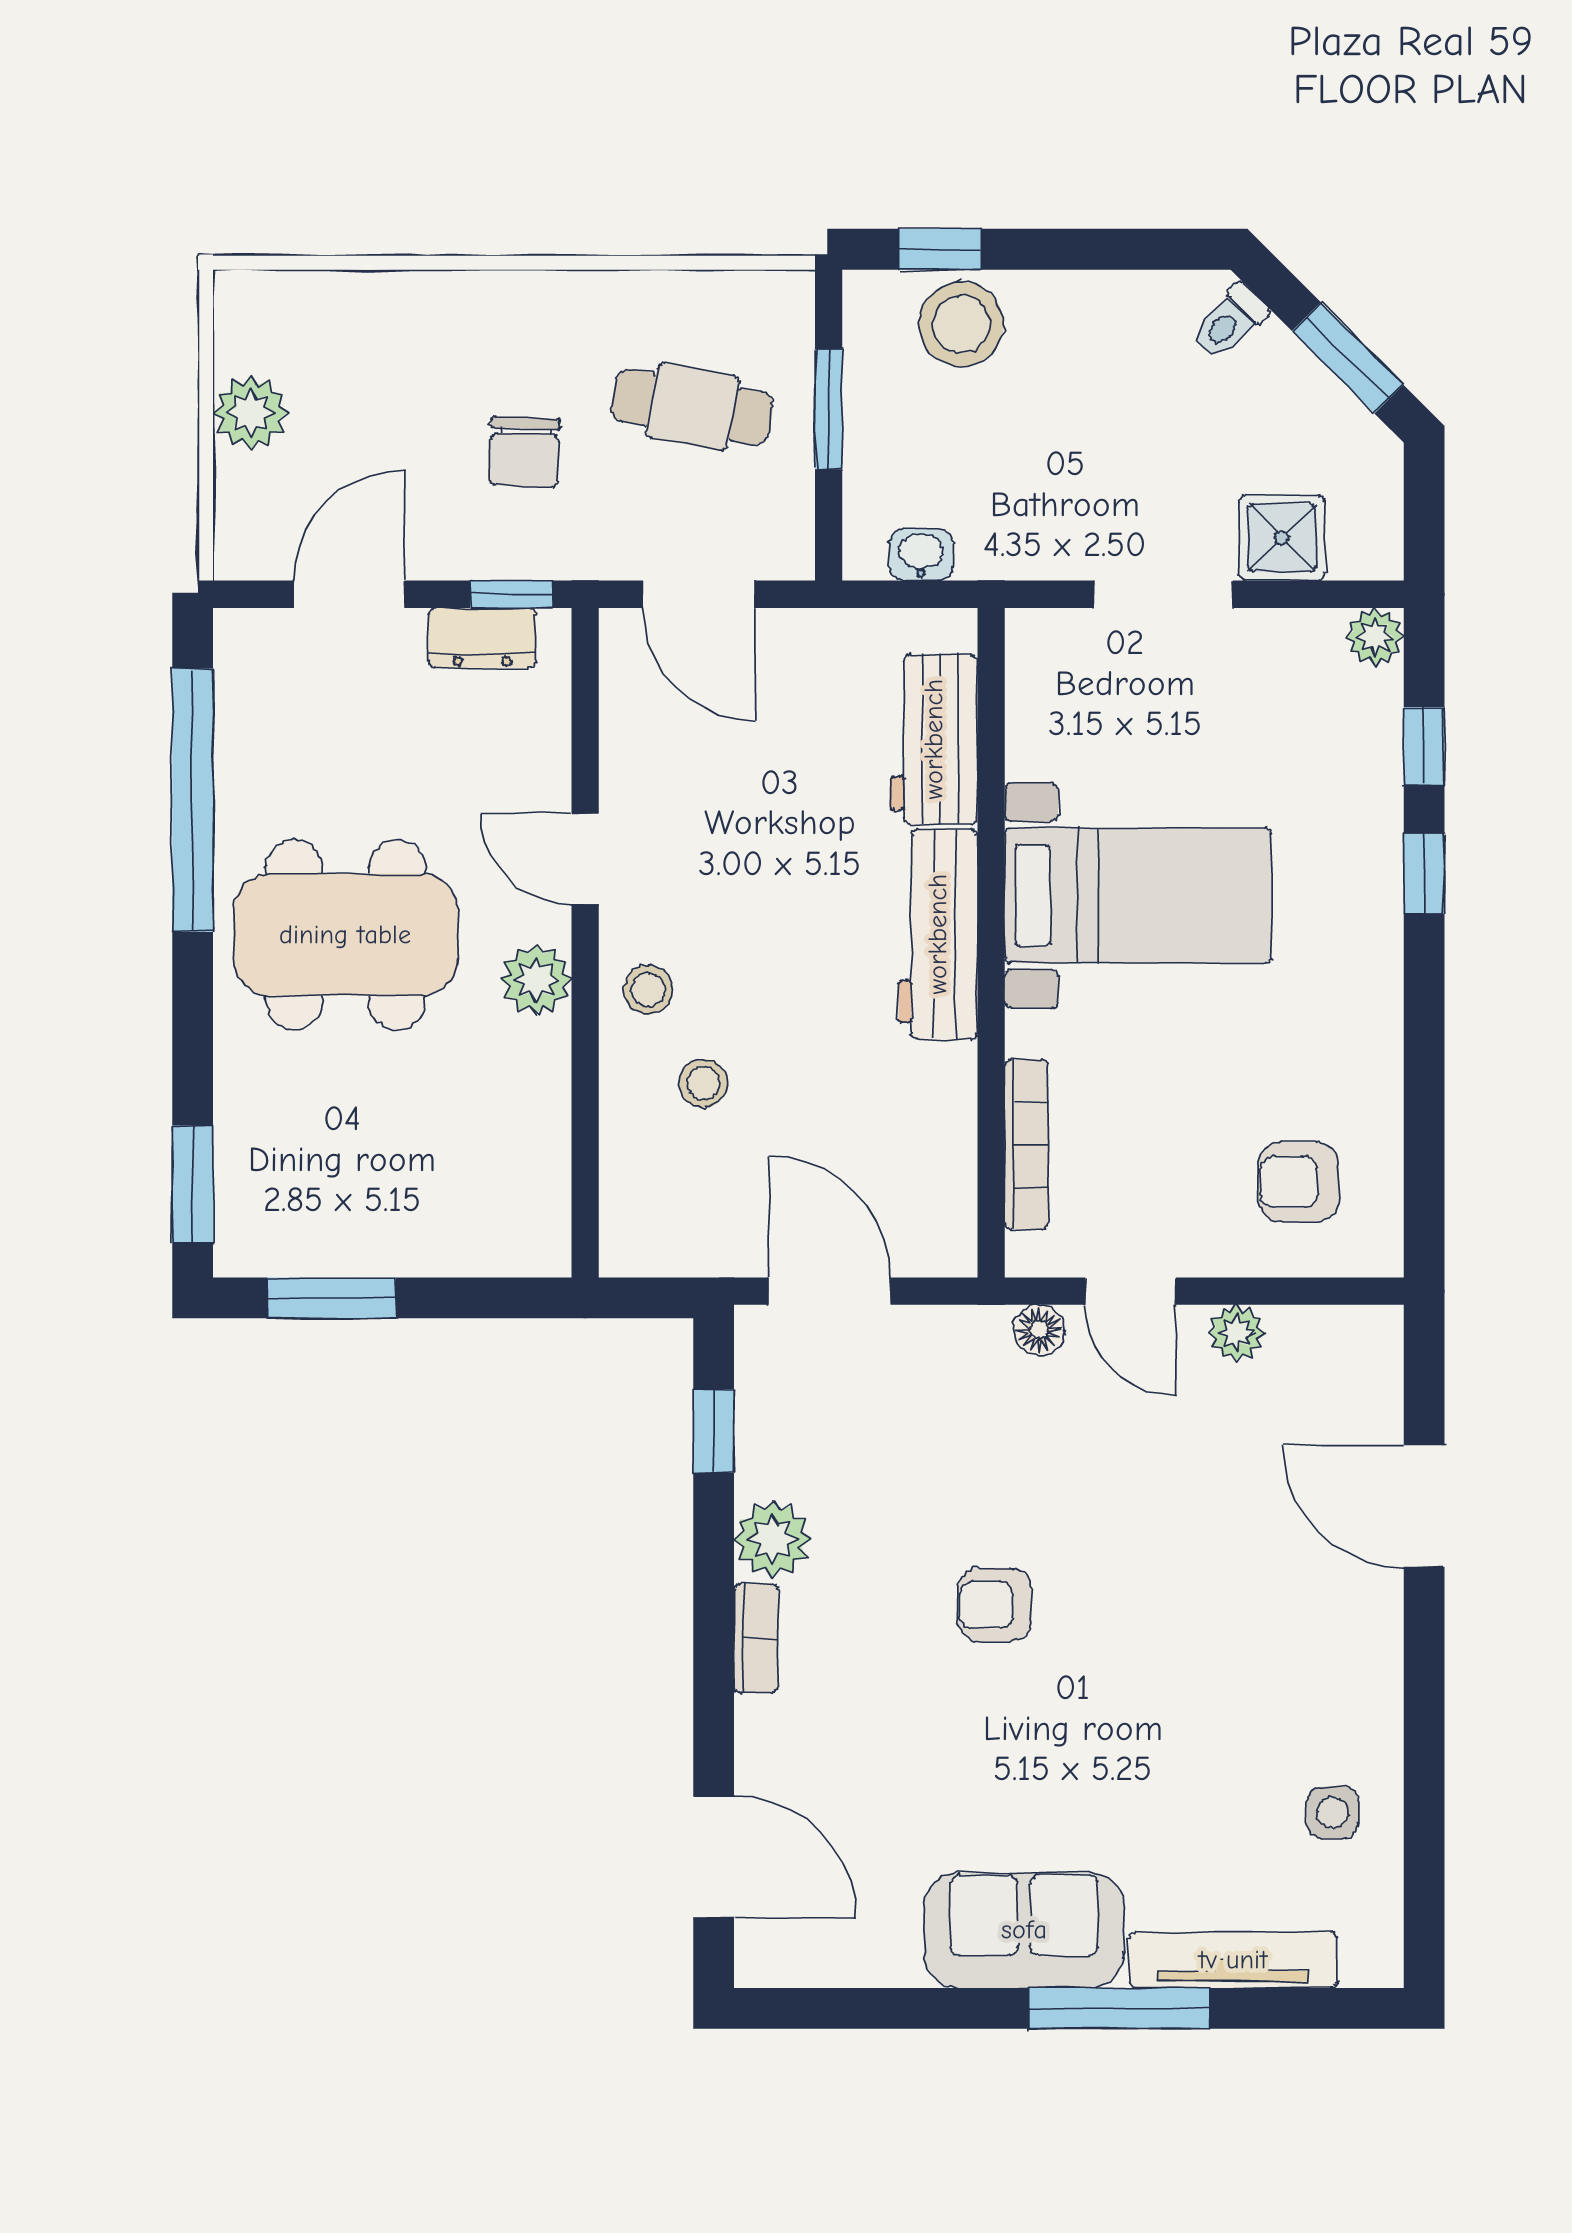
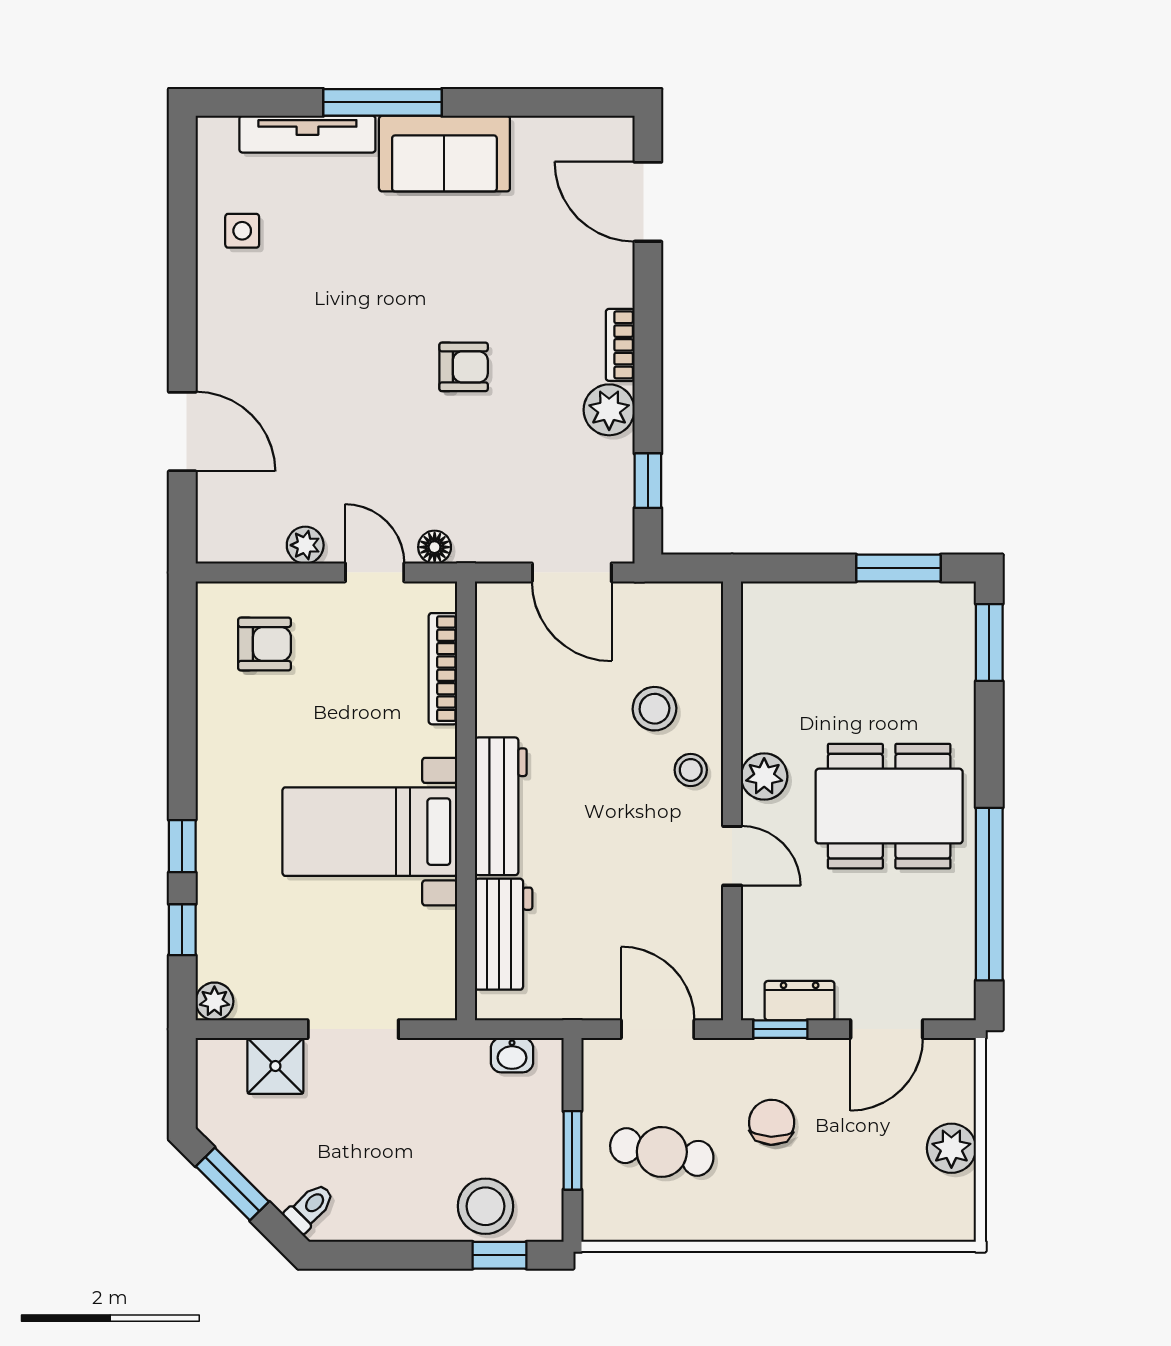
stool: (703, 1083) -> (654, 709), width x1.37, depth x1.37

